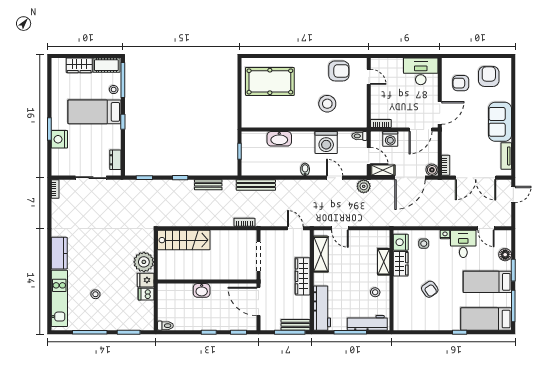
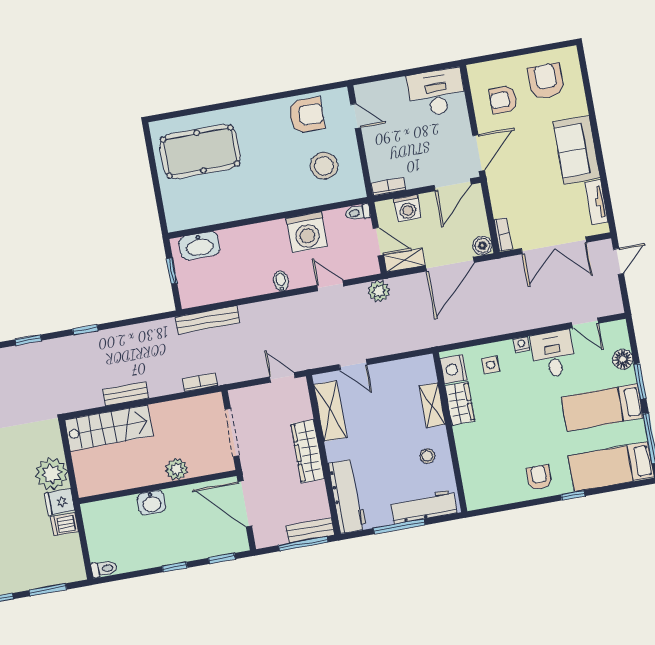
stool: (327, 104) -> (324, 166), moved
washbasin: (279, 139) -> (199, 246), moved
bench: (208, 185) -> (126, 394), moved
plant: (221, 273) -> (177, 469), added
armchair: (430, 289) -> (539, 477), moved, turned -145

